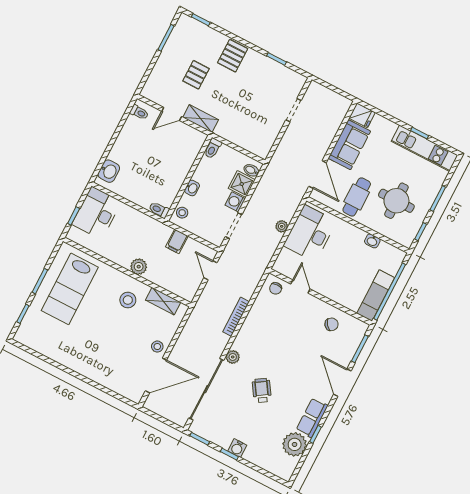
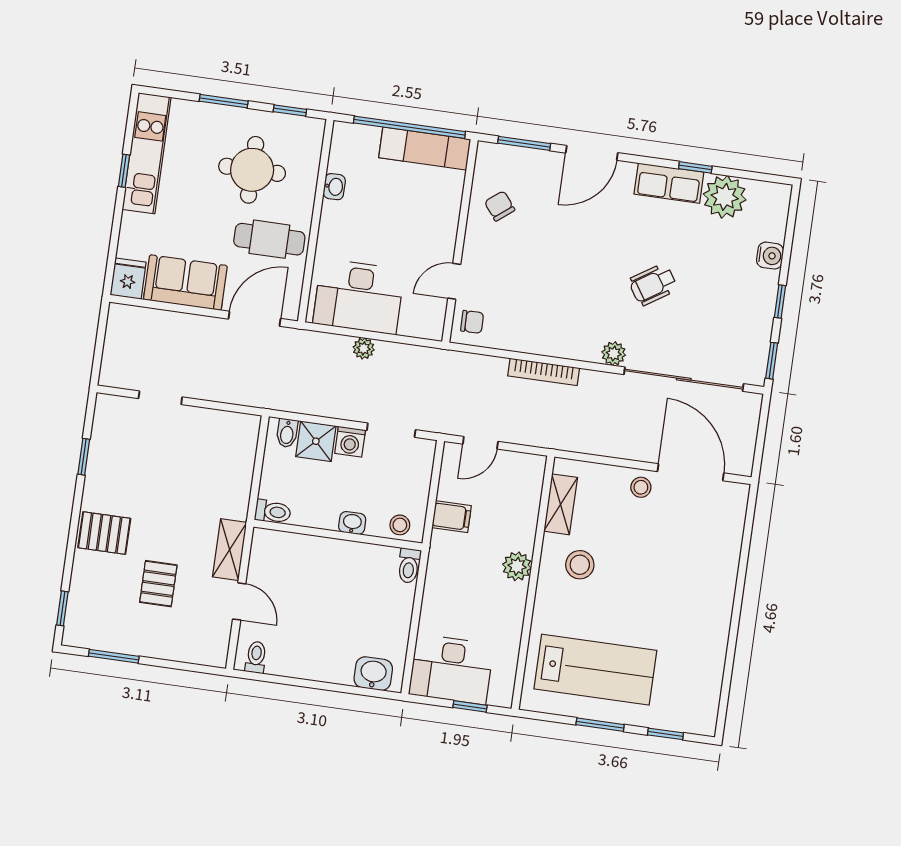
pallet: (196, 75) -> (158, 584), turned 90
water cooler: (237, 448) -> (770, 256), moved

